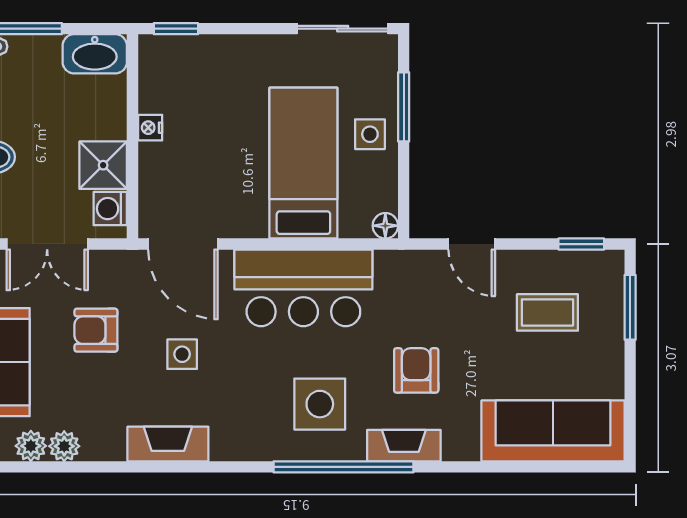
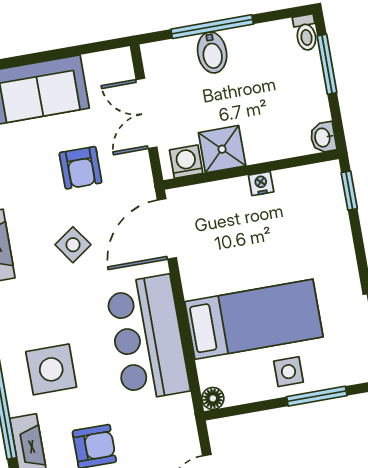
washbasin: (95, 54) -> (323, 137), width x0.52, depth x0.69
armchair: (96, 330) -> (81, 168), turned 180
side table: (182, 354) -> (73, 245), turned -35

